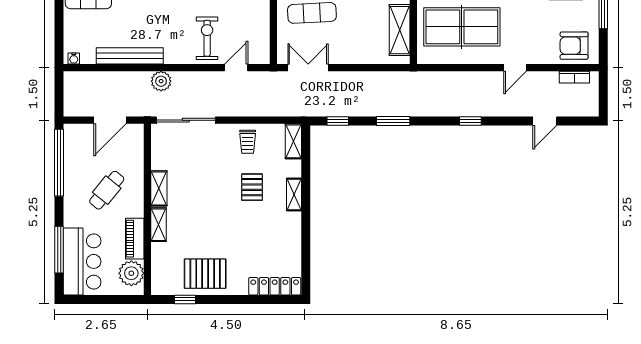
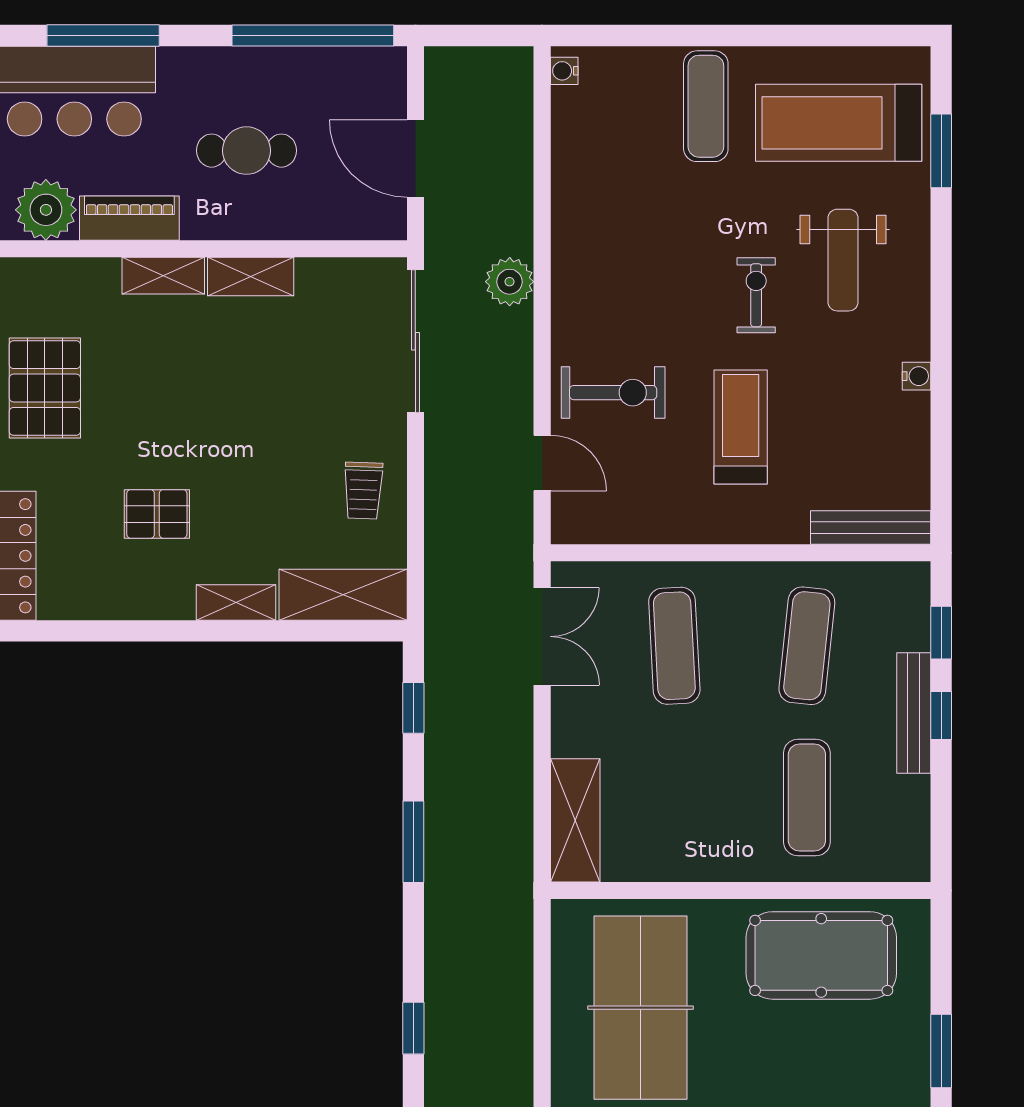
shelving: (400, 30) -> (575, 820), moved, turned 90
bench: (130, 56) -> (571, 206), removed
shelving: (293, 141) -> (343, 595), width x1.50, depth x1.33
trolley: (248, 142) -> (363, 491), turned -88
pallet: (252, 187) -> (157, 514), moved
cafe table: (107, 190) -> (246, 151), turned -39

